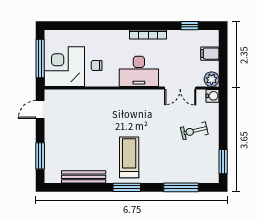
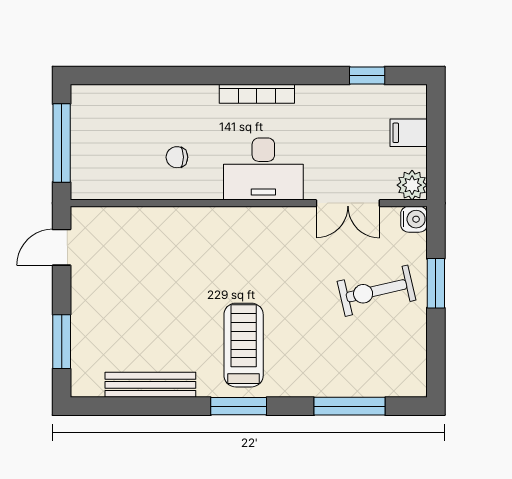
bookcase: (148, 35) -> (257, 94), moved
corner desk: (64, 67) -> (111, 159), removed
exercise bike: (194, 131) -> (376, 291), width x1.38, depth x1.39
window: (223, 162) -> (436, 283), moved

